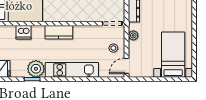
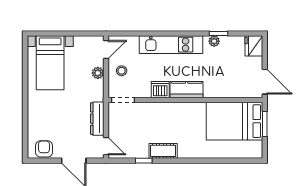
dishwasher: (24, 32) -> (160, 90), moved
plant: (133, 35) -> (98, 73), moved
plant: (36, 69) -> (214, 41), width x0.53, depth x0.53

